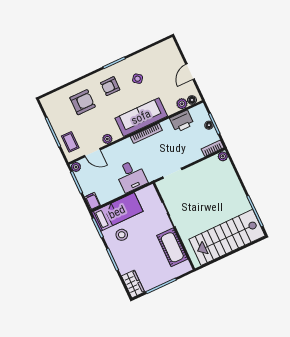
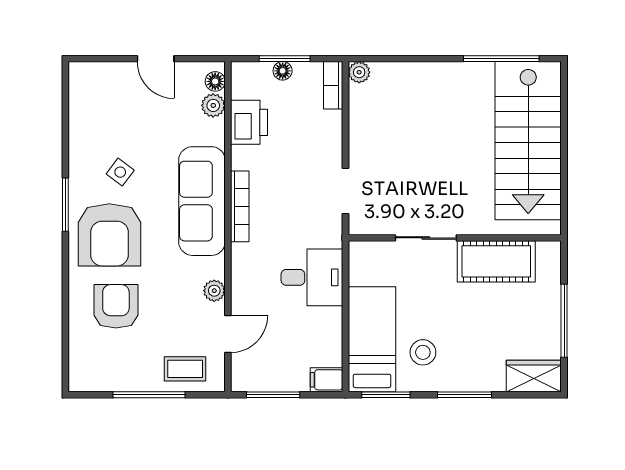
armchair: (110, 86) -> (109, 235), width x1.88, depth x1.88
plant: (76, 167) -> (241, 381), removed

